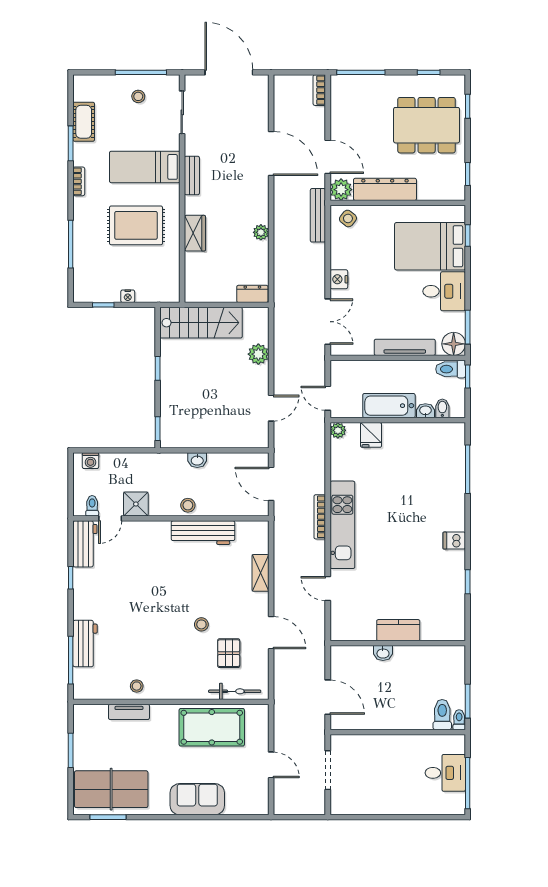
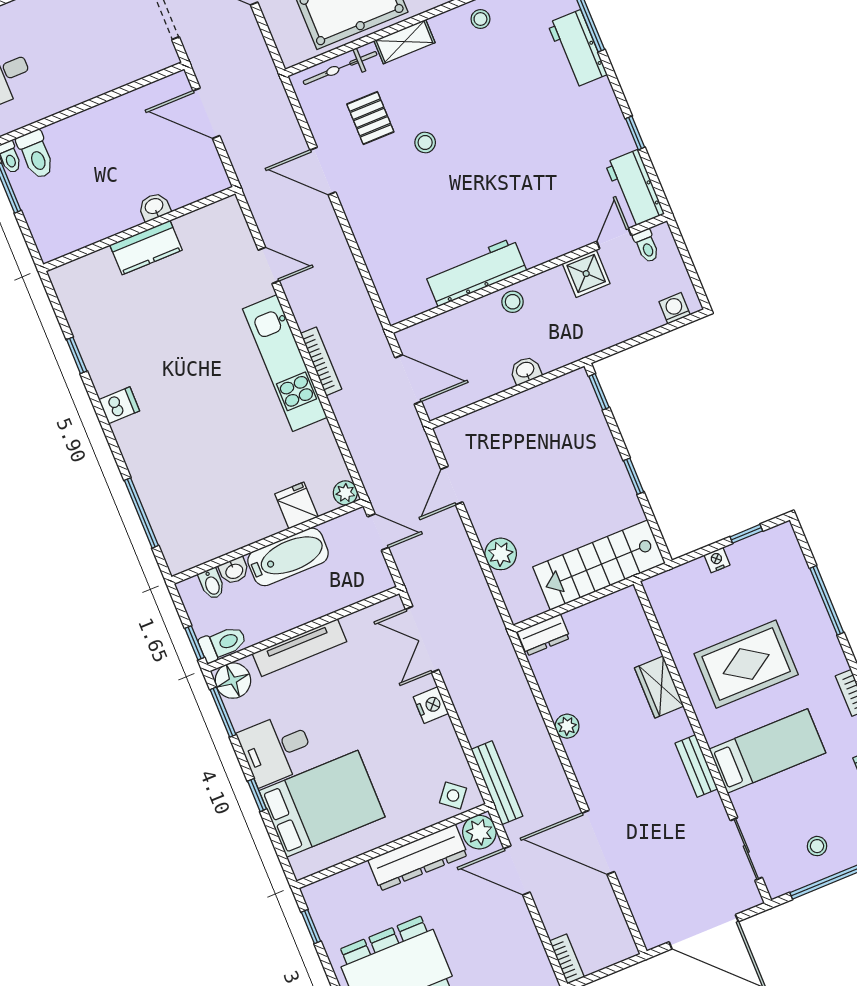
window: (468, 235) -> (257, 795), moved
shelving: (260, 573) -> (404, 42), moved, turned 90

